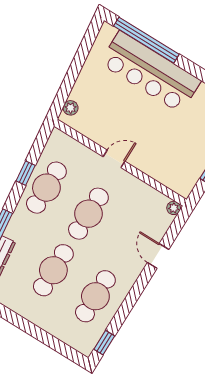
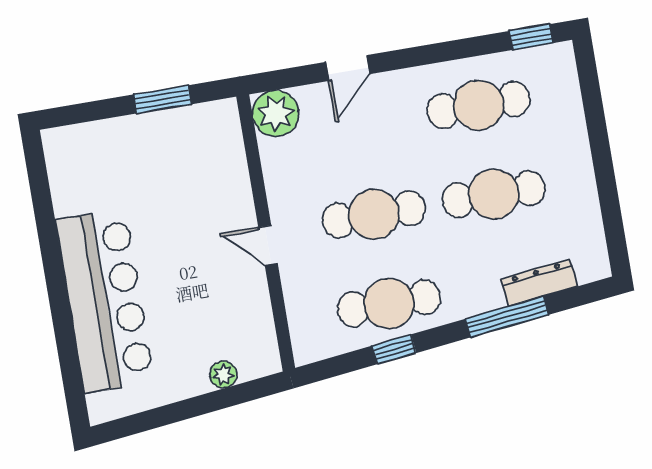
window: (146, 40) -> (66, 344), removed
plant: (71, 108) -> (223, 375), moved
plant: (174, 208) -> (276, 113), width x1.87, depth x1.87

